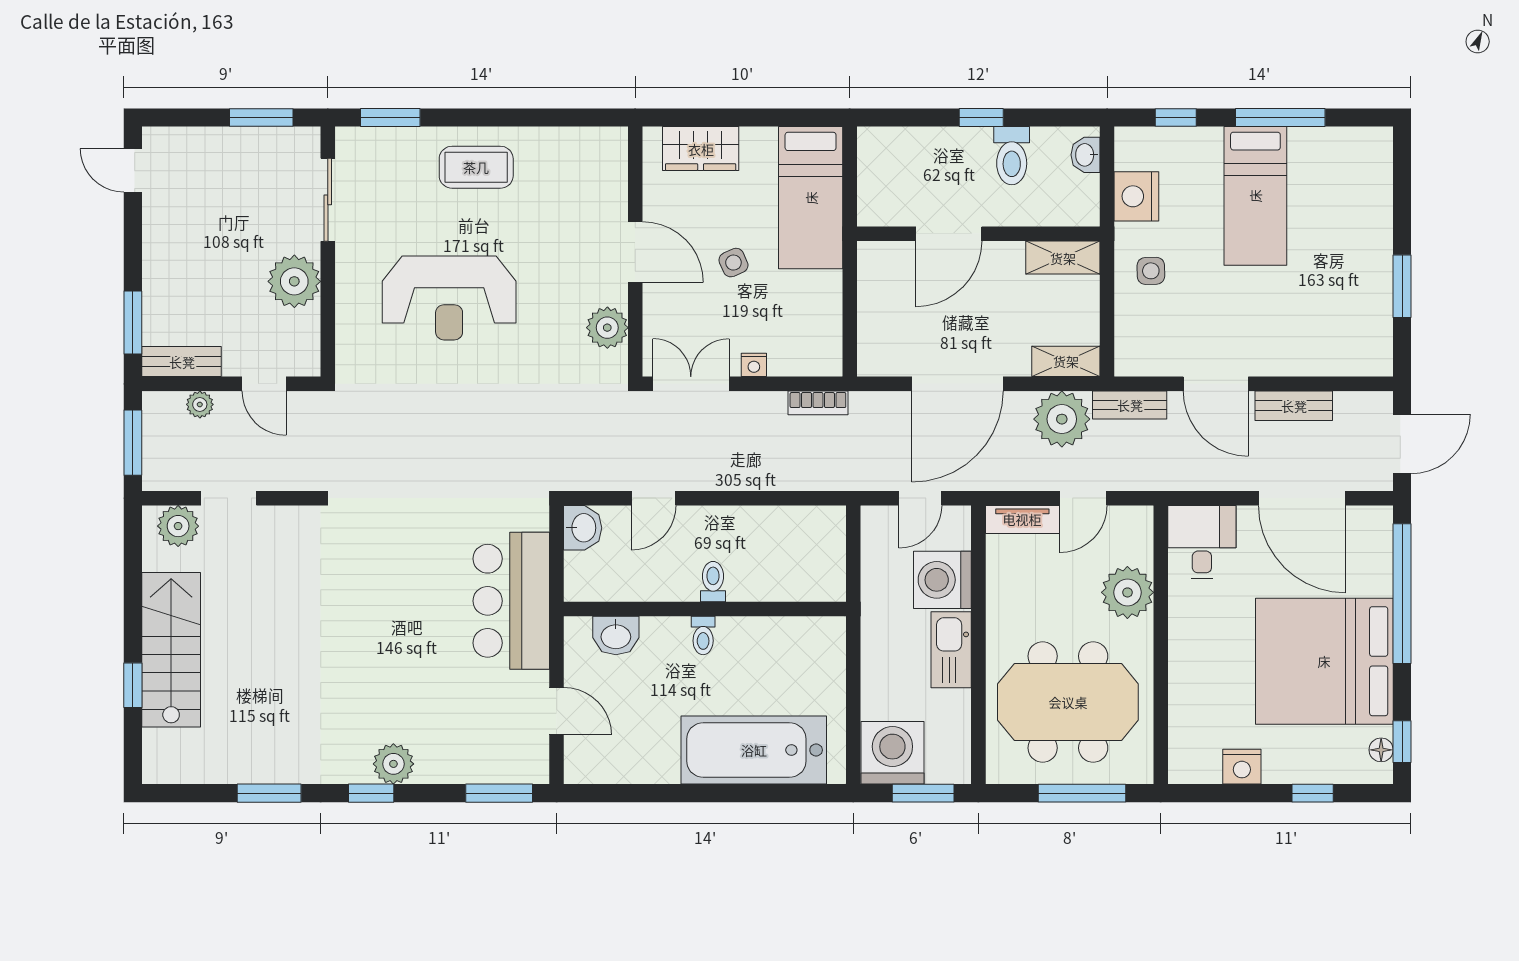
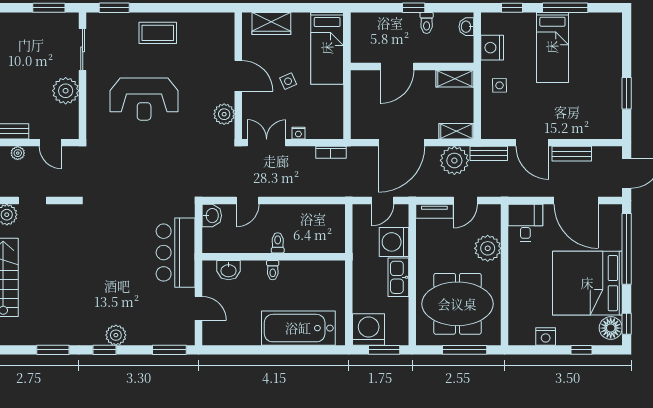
toilet: (1012, 156) -> (427, 23), width x0.73, depth x0.72
floor lamp: (1381, 750) -> (611, 328), width x1.89, depth x1.89

